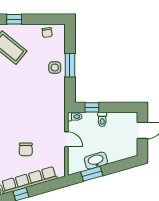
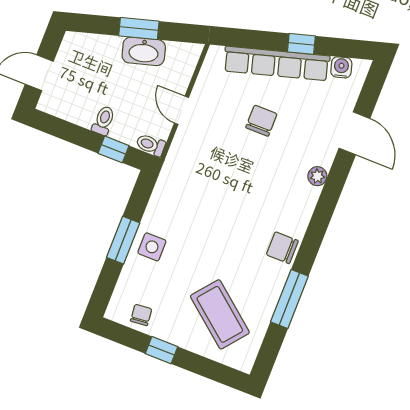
window: (14, 19) -> (162, 350), moved
window: (92, 174) -> (139, 29), moved

